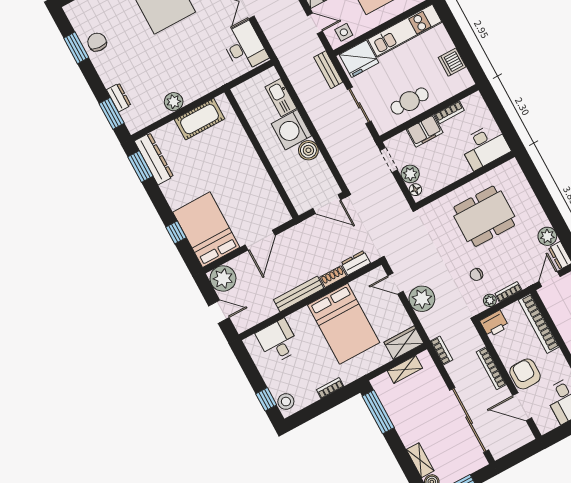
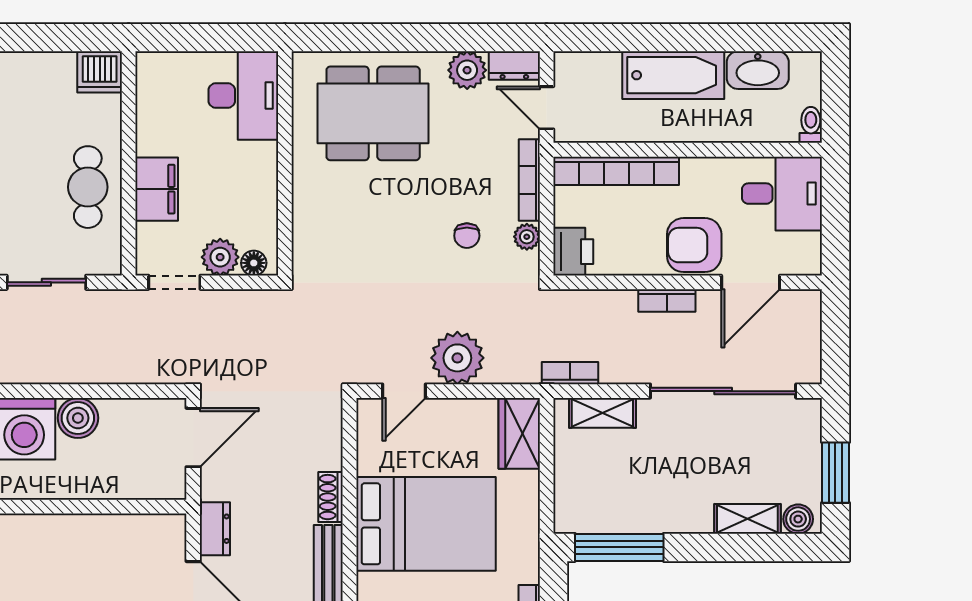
dishwasher: (452, 62) -> (100, 72), moved
bookcase: (449, 112) -> (147, 126), removed
dining table: (484, 216) -> (373, 113), moved, turned 90
dresser: (356, 263) -> (215, 529), moved, turned 180
bookcase: (508, 292) -> (529, 180), width x1.56
bookcase: (491, 368) -> (667, 301), width x0.64
shelving: (405, 369) -> (602, 413), moved, turned 90

